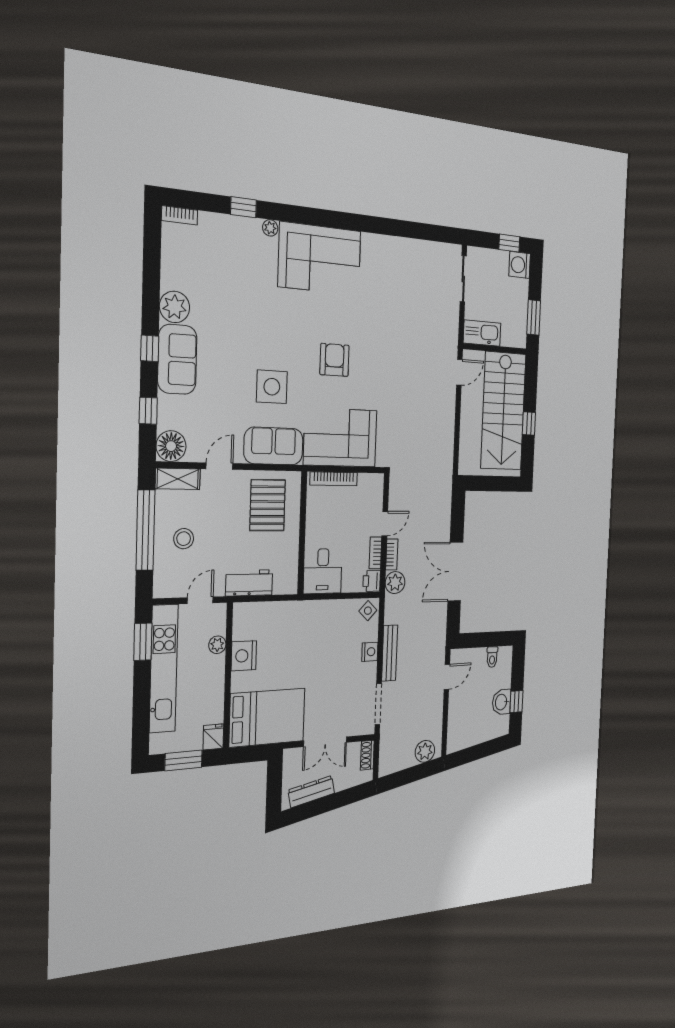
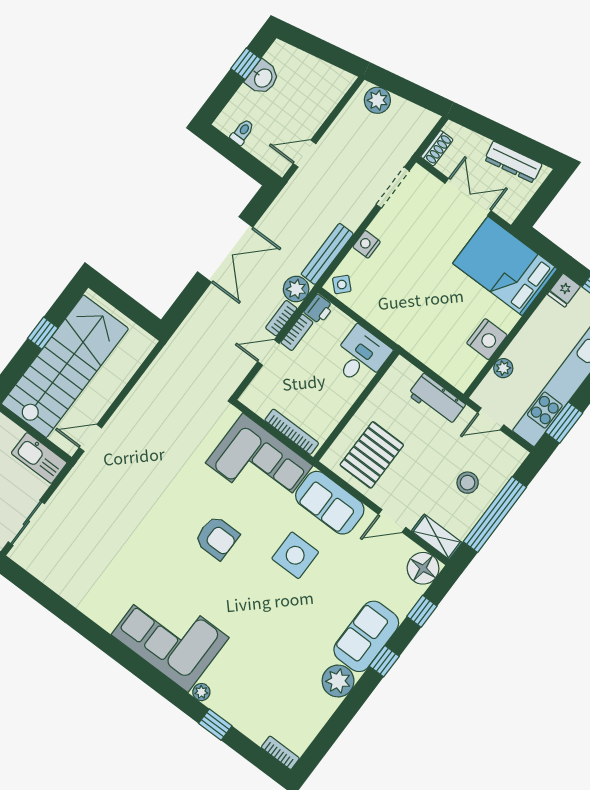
armchair: (334, 360) -> (217, 538), turned -90
bench: (390, 653) -> (327, 254), moved

